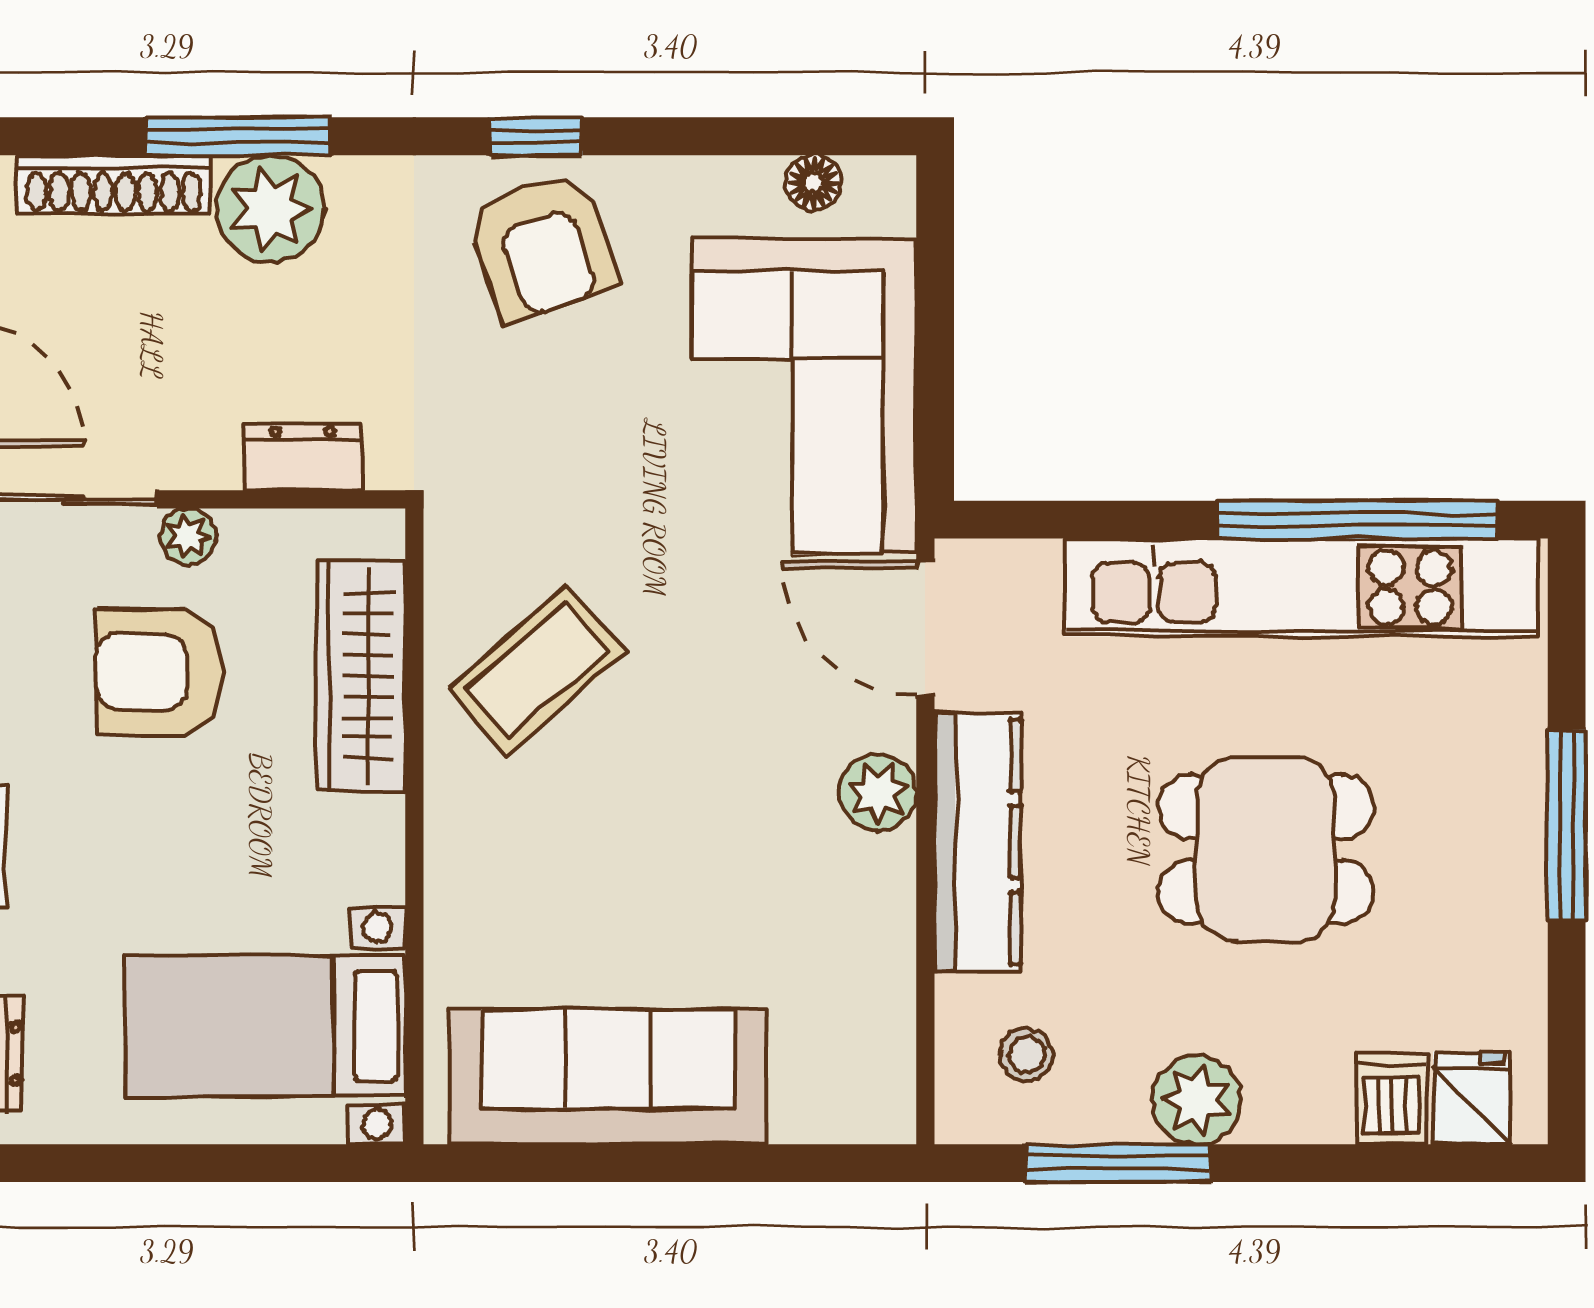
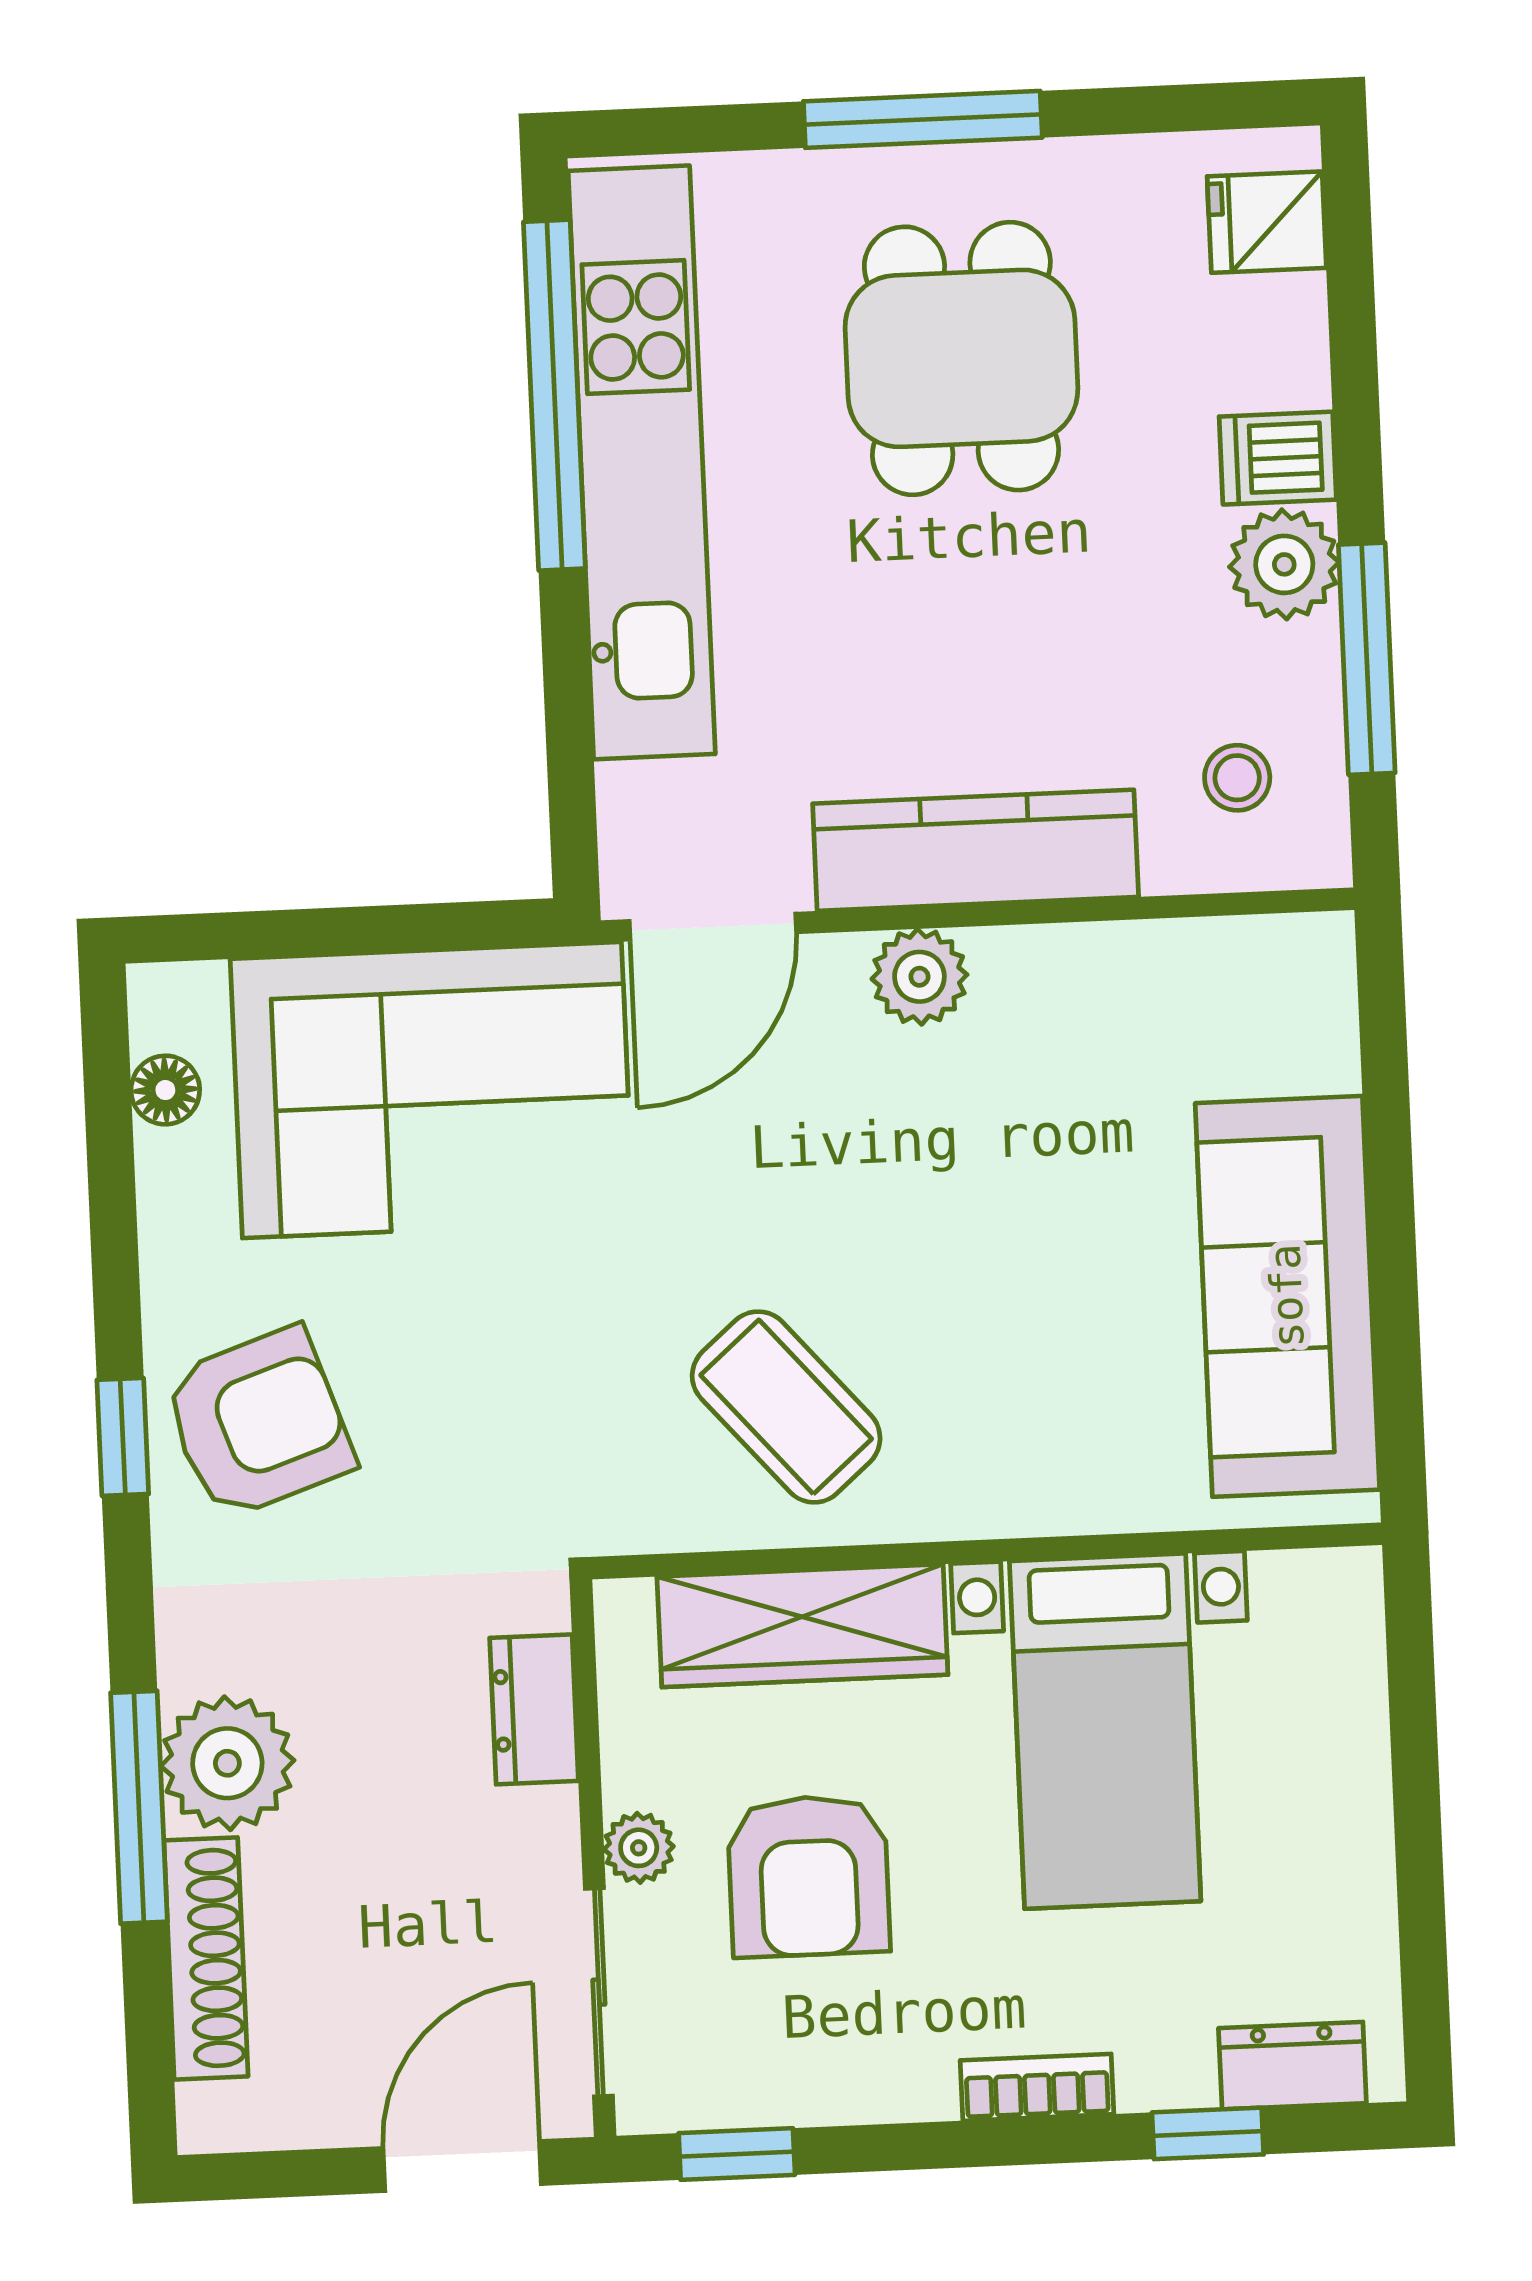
dining table: (1266, 849) -> (961, 358), moved
bed with nightstands: (265, 1026) -> (1105, 1731), moved
dishwasher: (1392, 1099) -> (1278, 458), moved

